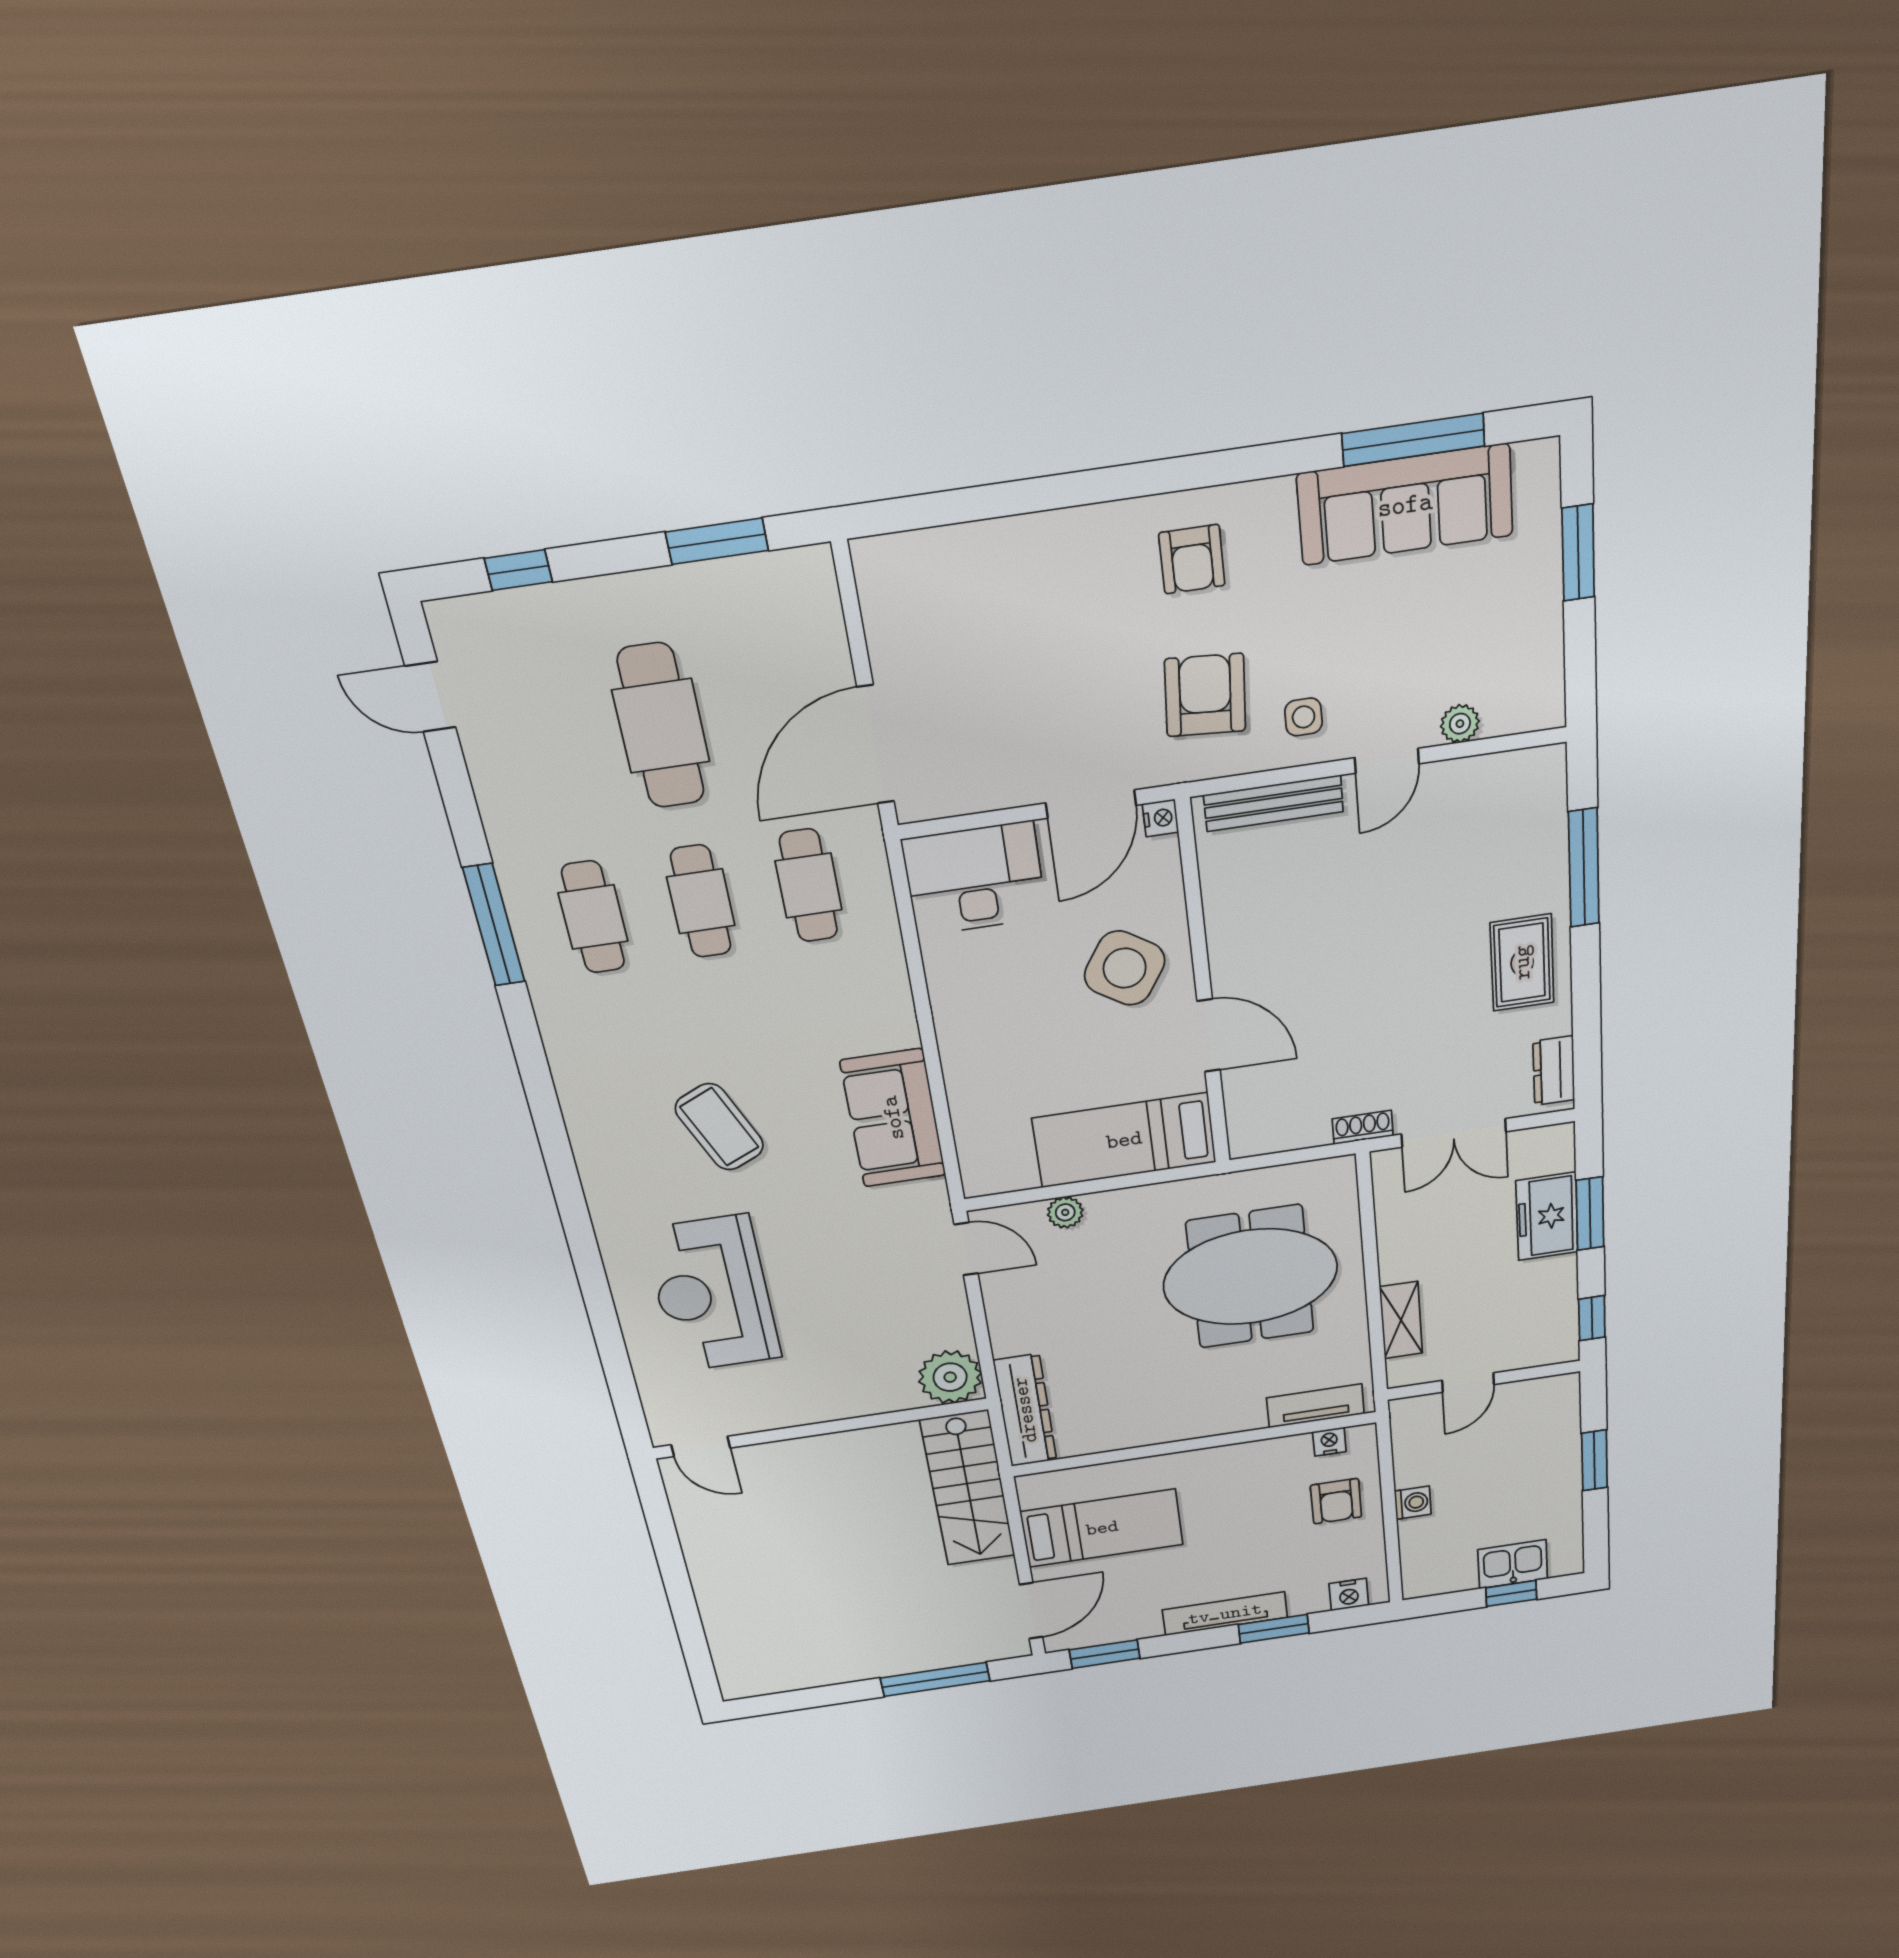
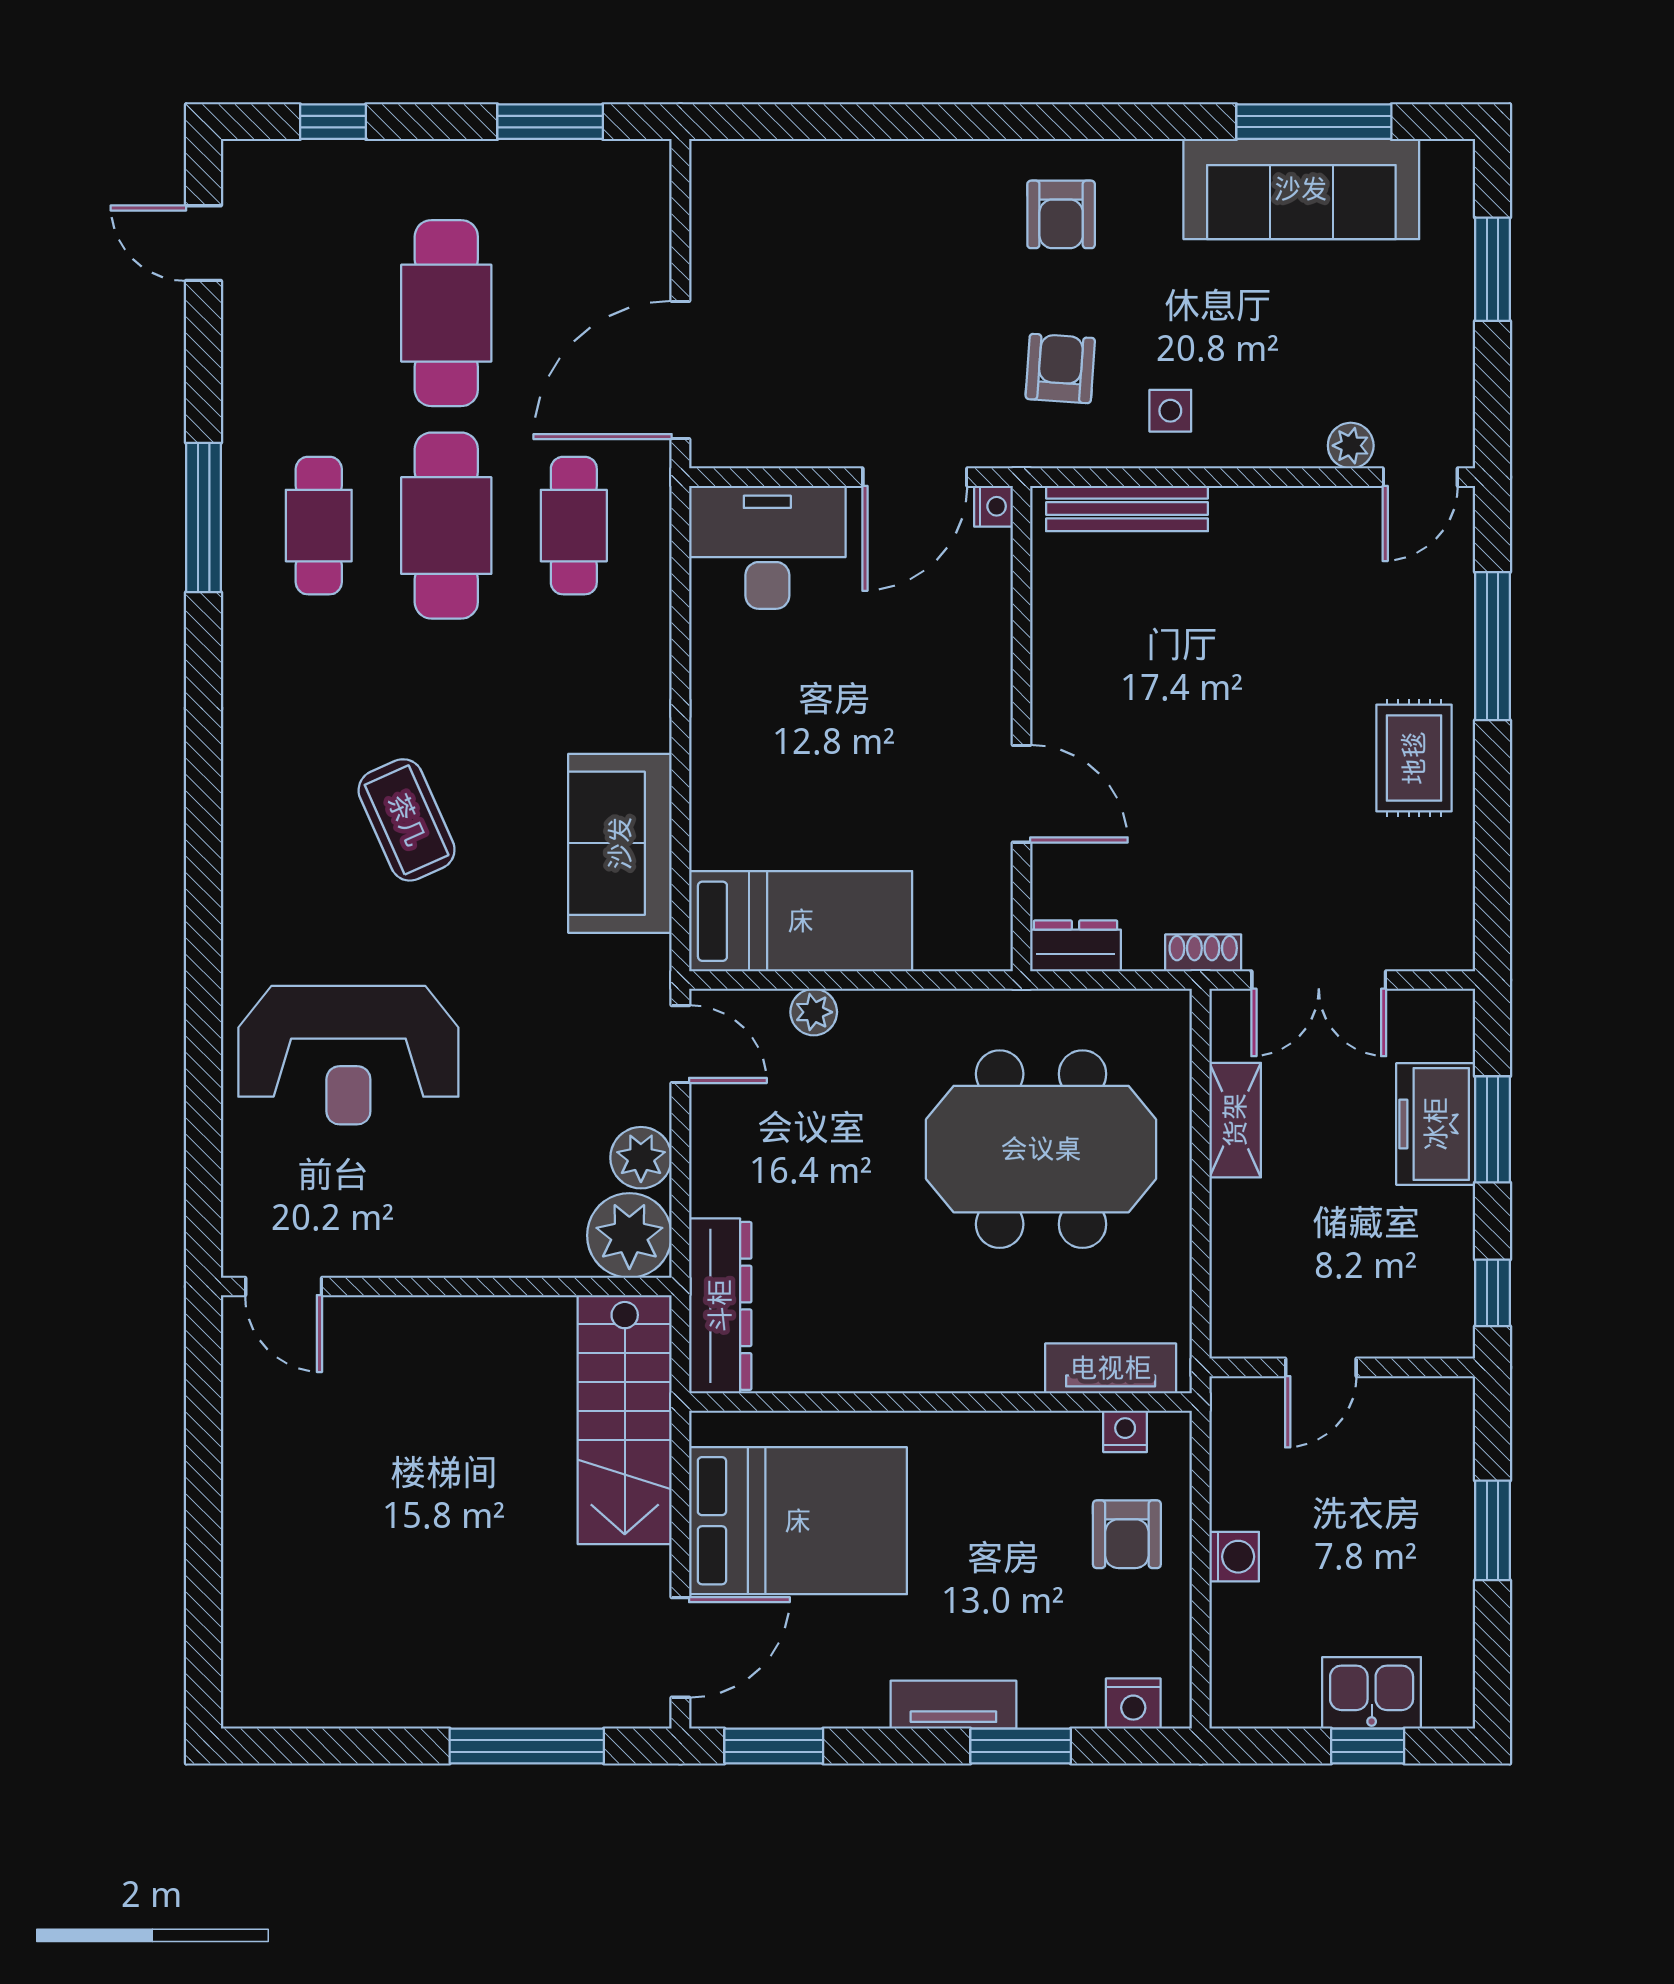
armchair: (1205, 695) -> (1060, 368), width x0.72, depth x0.72
door: (1387, 761) -> (1420, 477), moved
cafe table: (701, 901) -> (446, 526), width x1.37, depth x1.35
side table: (1125, 968) -> (929, 688), removed
dresser: (1554, 1071) -> (1076, 946), moved, turned 90
bed: (1124, 1140) -> (801, 921), moved, turned 180
reception desk: (713, 1294) -> (348, 1055), turned -90
shelving: (1401, 1320) -> (1235, 1120), moved
plant: (950, 1327) -> (641, 1158), added
bed: (1102, 1528) -> (798, 1521), width x1.50
tv unit: (1225, 1614) -> (953, 1705), width x0.71

